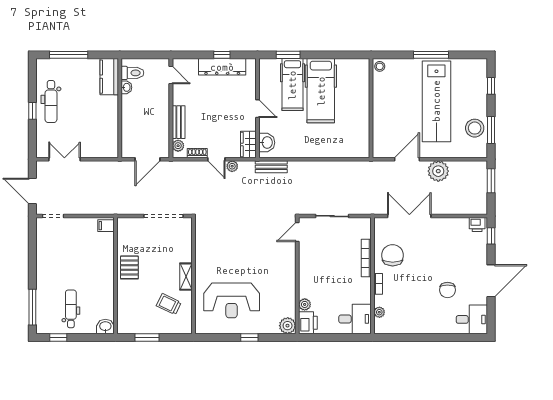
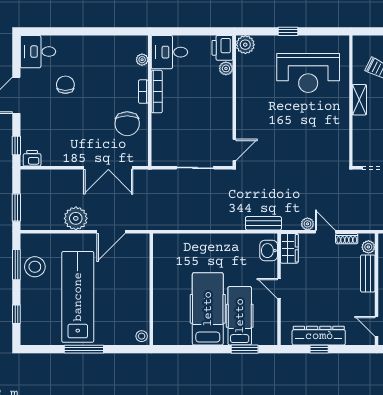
bookcase: (366, 258) -> (157, 92), moved
reception desk: (232, 300) -> (308, 73), turned 180

